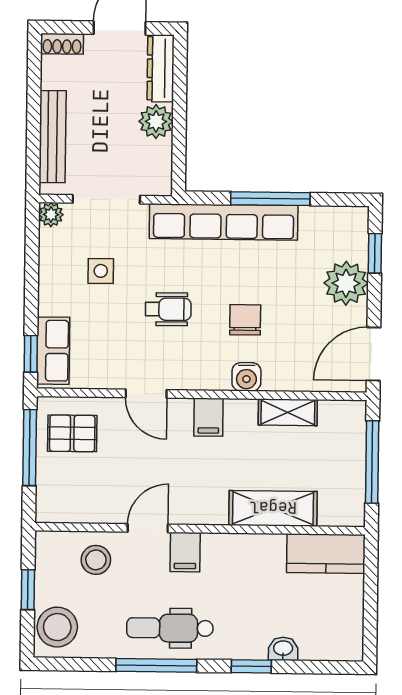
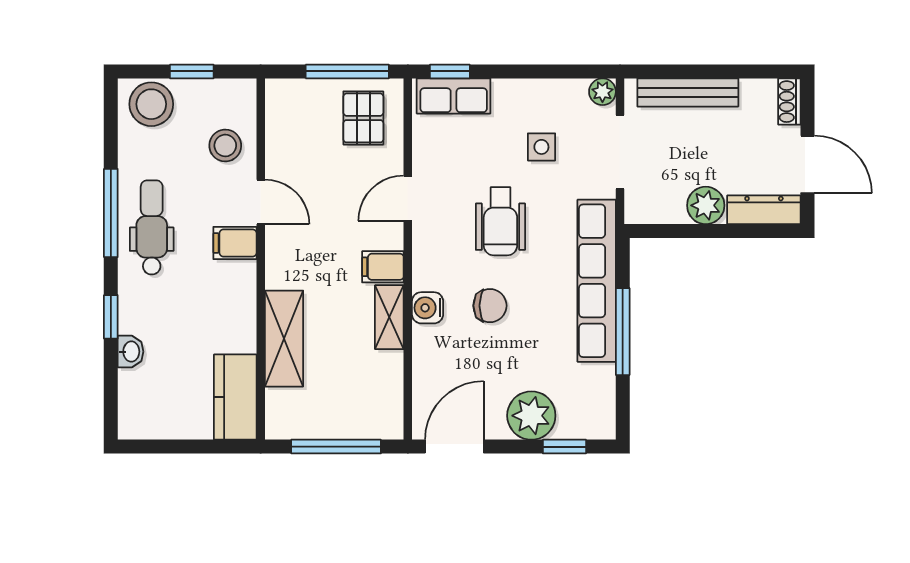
wheelchair: (168, 309) -> (500, 221), width x1.36, depth x1.37
door: (374, 354) -> (454, 447), hinge flipped
shelving: (288, 412) -> (389, 317), moved

